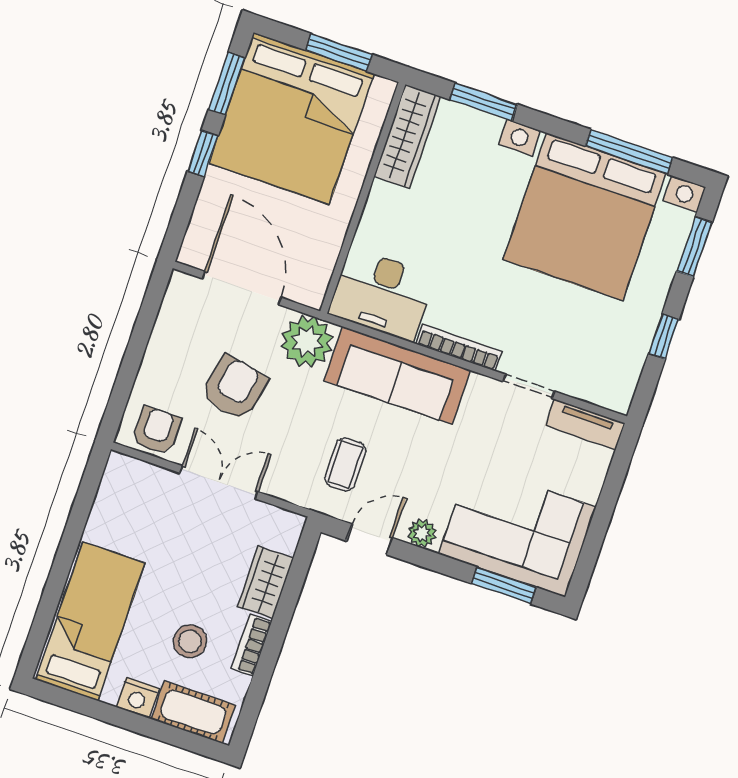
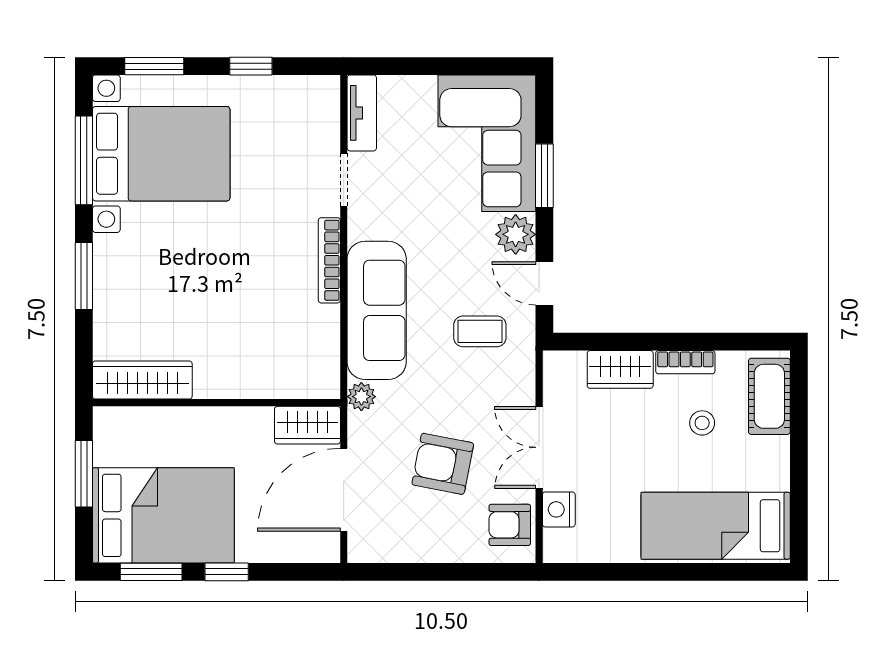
window: (483, 102) -> (84, 276), moved
bed: (291, 118) -> (163, 515), width x0.73
bed with nightstands: (585, 217) -> (161, 154), width x0.73
wardrobe: (313, 275) -> (307, 425), added
desk: (382, 294) -> (304, 353), removed
plant: (307, 342) -> (361, 397), width x0.53, depth x0.53
plant: (422, 533) -> (516, 234), width x1.38, depth x1.38
window: (504, 585) -> (544, 176), moved
stool: (190, 641) -> (702, 423), width x0.73, depth x0.73
nightstand: (137, 698) -> (559, 509), moved, turned 180

